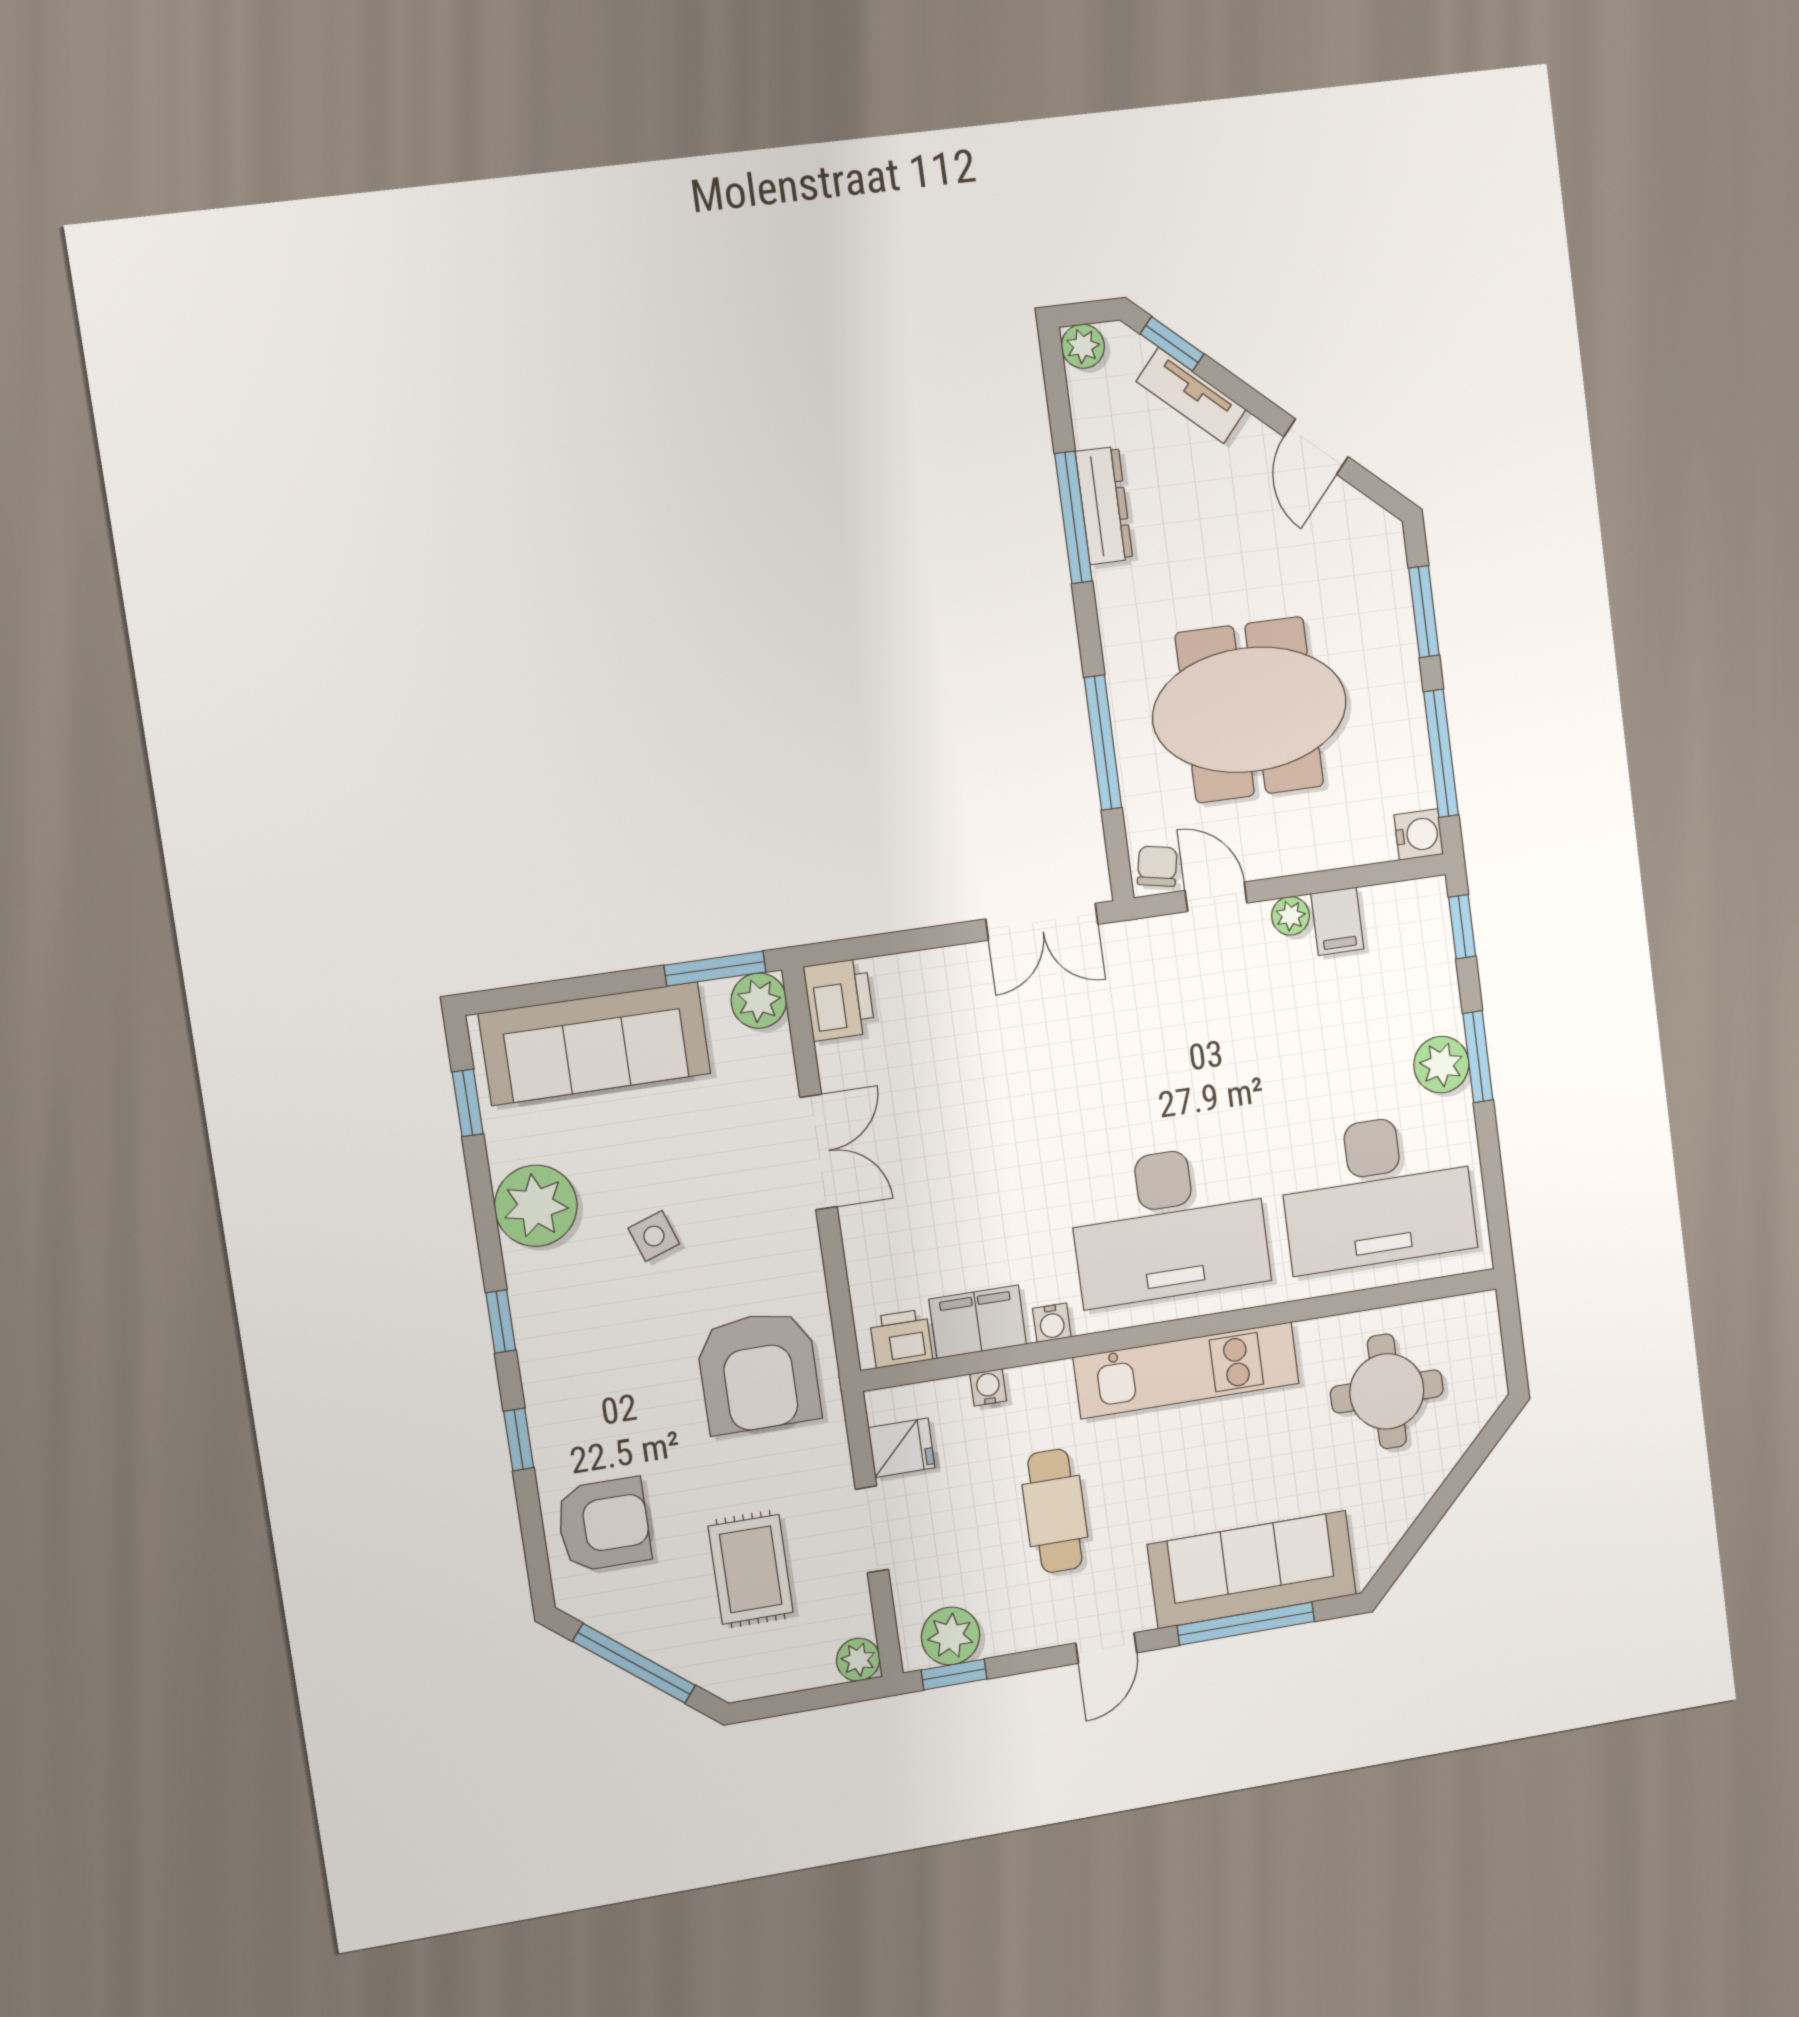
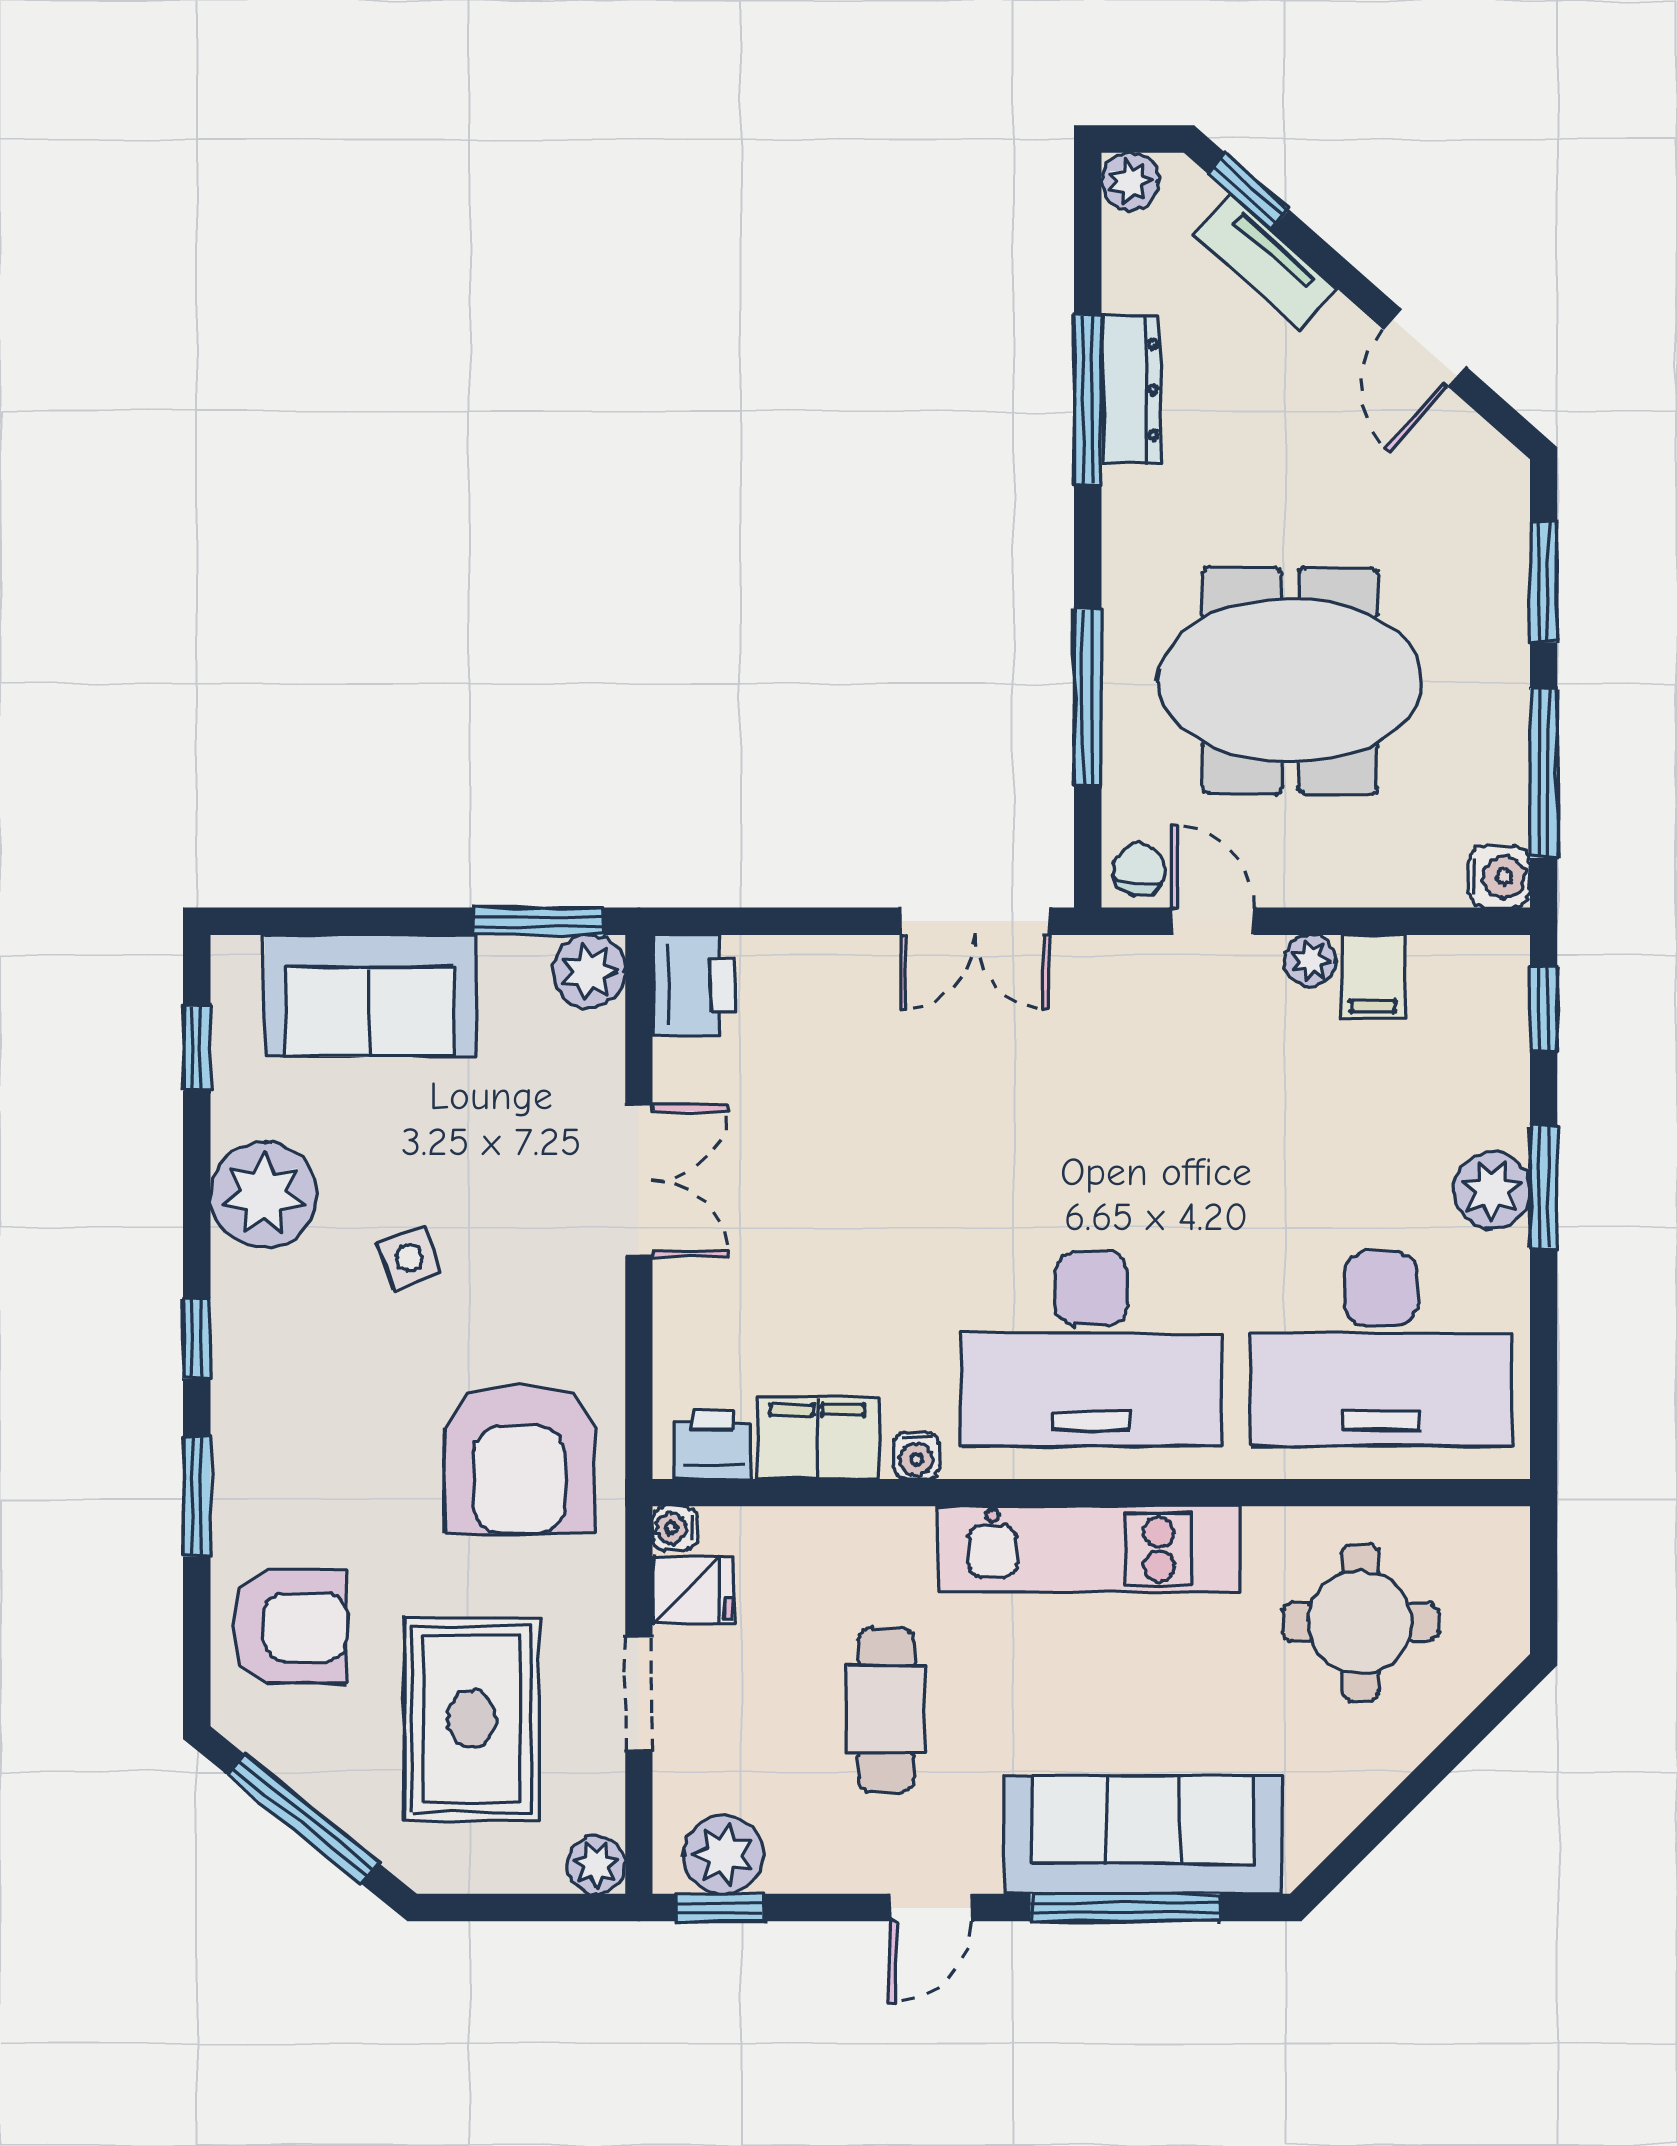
sofa: (595, 1043) -> (370, 996), width x0.73
water cooler: (988, 1387) -> (675, 1528), moved, turned -90
window: (519, 1439) -> (197, 1496), width x1.50
rug: (751, 1569) -> (472, 1719), width x1.36, depth x1.43

